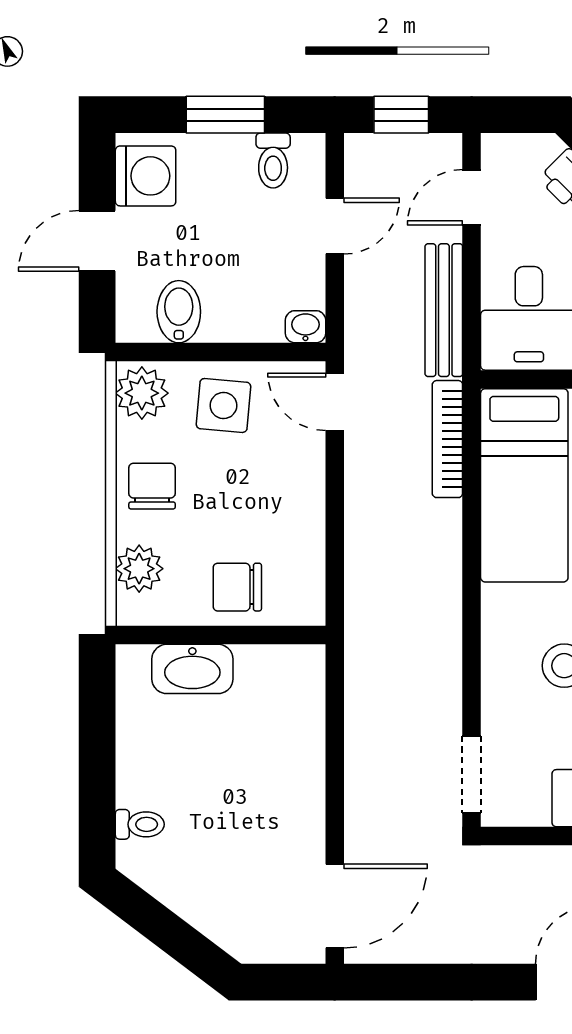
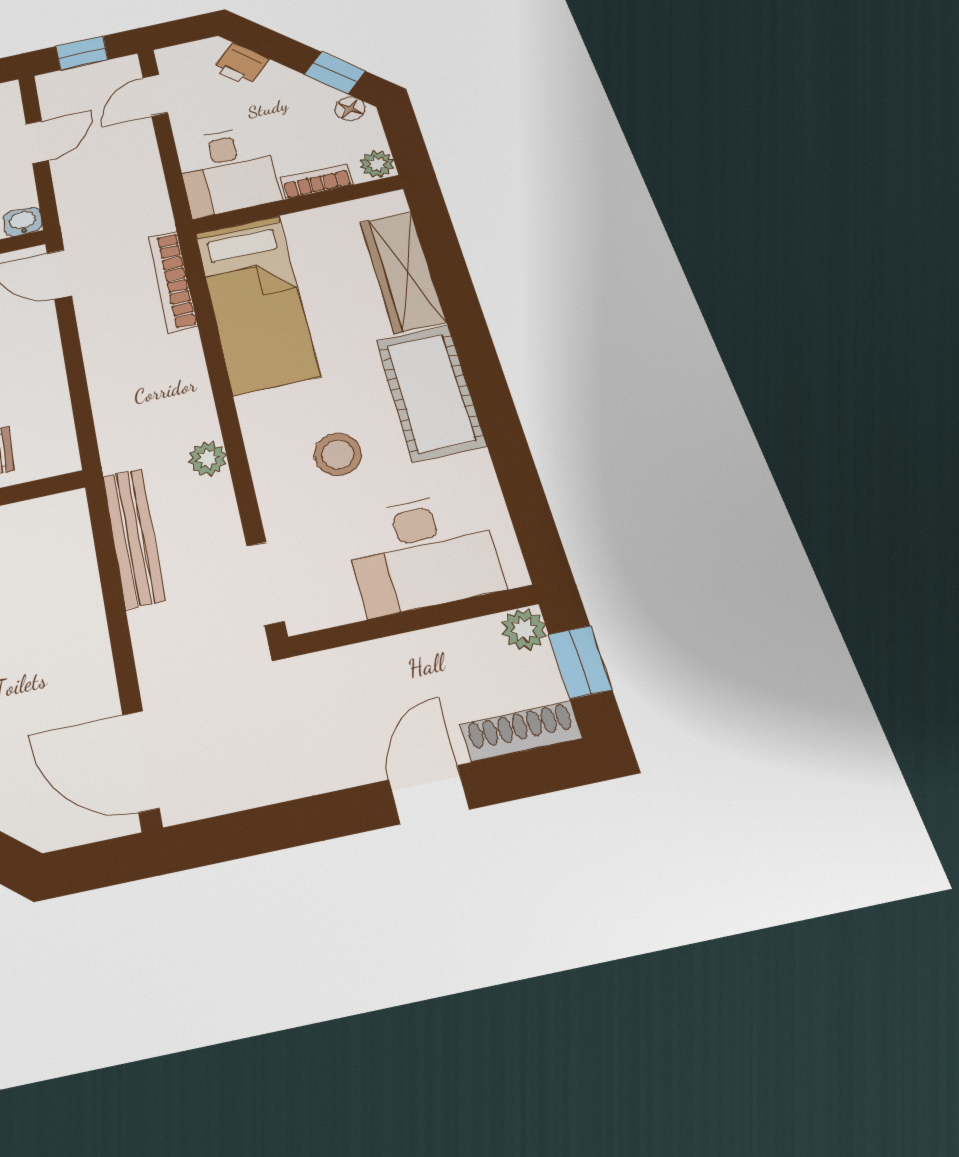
bench: (444, 310) -> (134, 537), moved
plant: (444, 642) -> (208, 459), added
door: (335, 906) -> (141, 761), swing flipped

